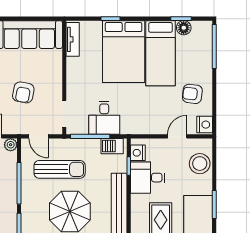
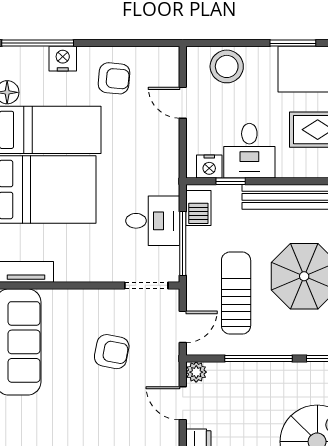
armchair: (192, 94) -> (114, 78), turned -92
nightstand: (205, 125) -> (63, 59), moved

